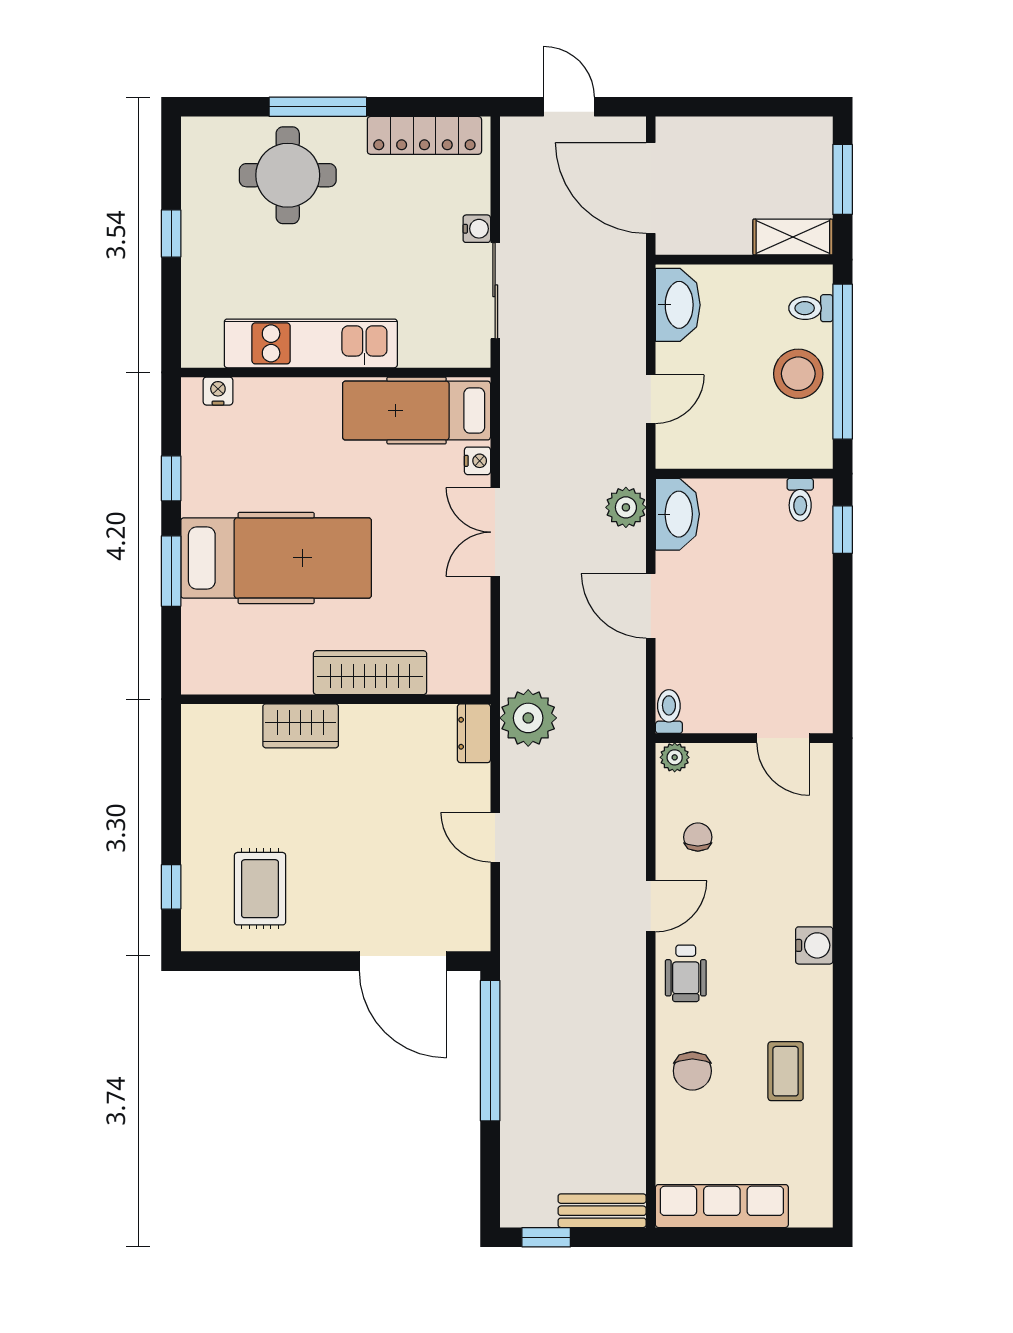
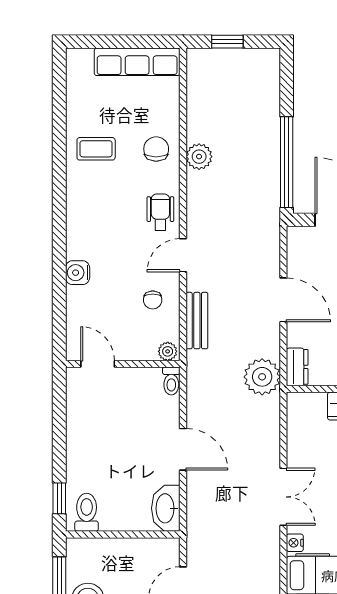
toilet: (800, 500) -> (87, 512), width x1.37, depth x1.39
plant: (626, 507) -> (199, 157), moved
door: (495, 837) -> (283, 300), width x1.38
water cooler: (814, 945) -> (78, 273), moved
coffee table: (786, 1071) -> (96, 149), turned 90
bench: (602, 1211) -> (197, 321), moved, turned 90
window: (546, 1237) -> (227, 42), moved

